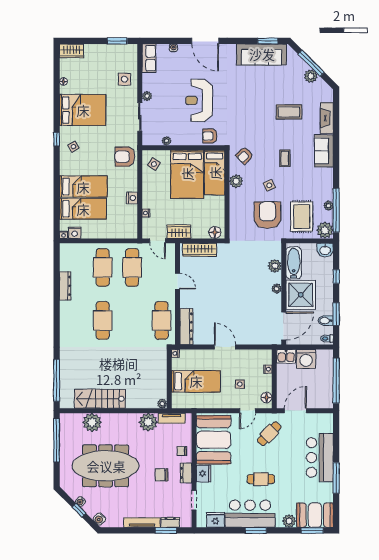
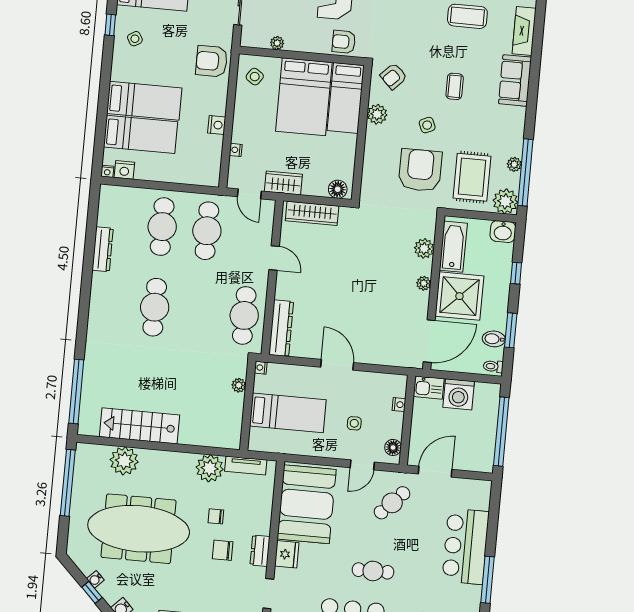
plant: (162, 404) -> (239, 385), moved
chair: (182, 451) -> (216, 516), moved

